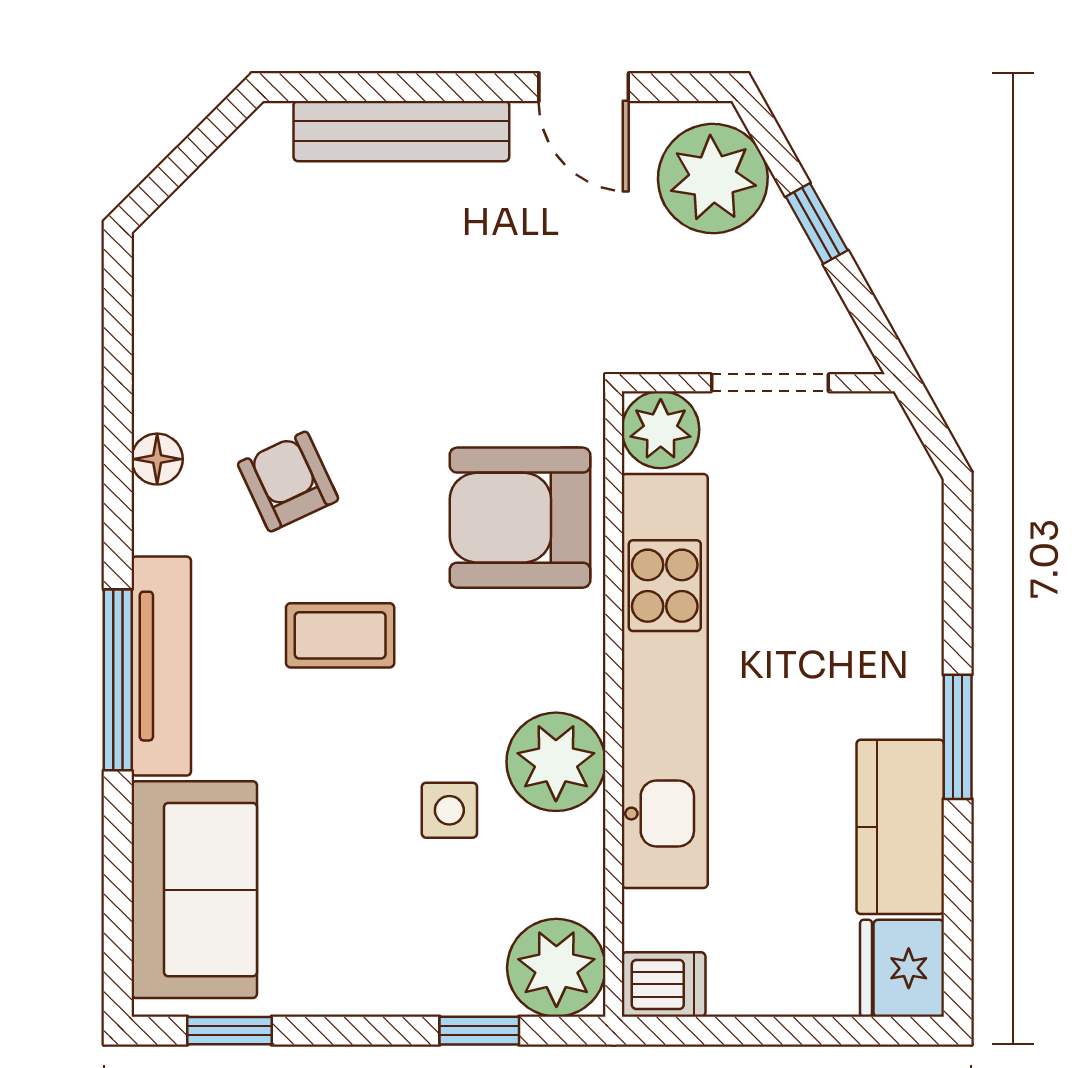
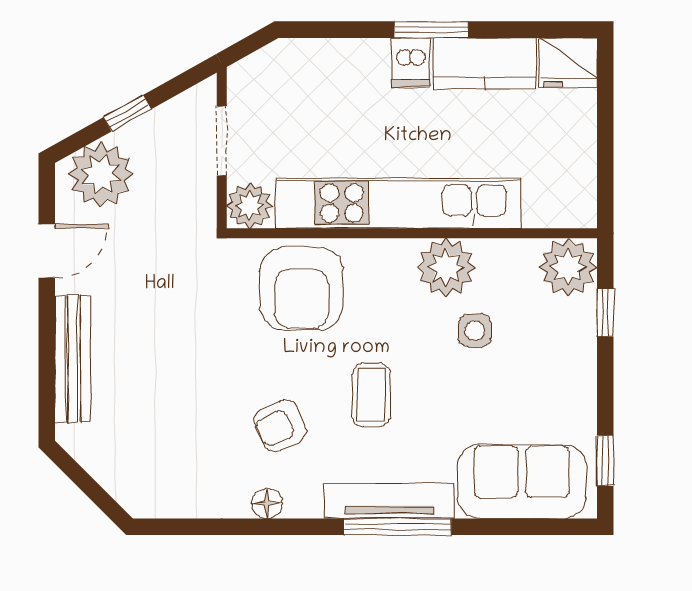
dishwasher: (664, 984) -> (411, 62), moved, turned 180

